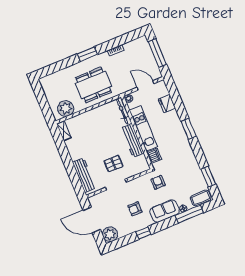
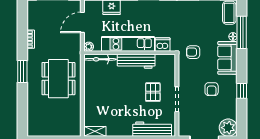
plant: (66, 109) -> (72, 119), removed

